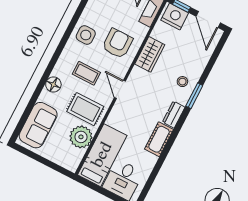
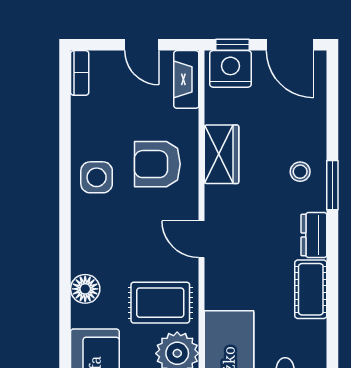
armchair: (117, 43) -> (157, 164), turned -90
coffee table: (86, 73) -> (131, 241), removed

